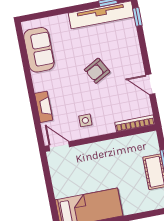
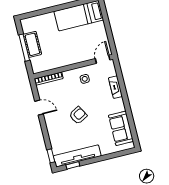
door: (59, 146) -> (103, 59), swing flipped

